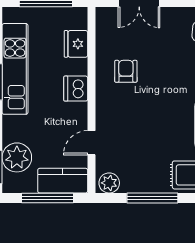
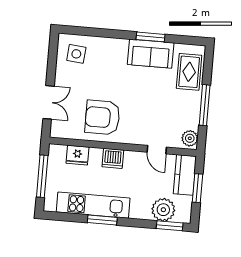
armchair: (126, 71) -> (102, 117), width x1.88, depth x1.88
window: (48, 198) -> (197, 188), width x0.69

